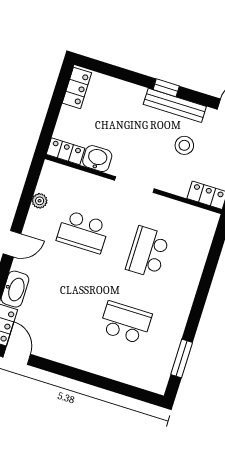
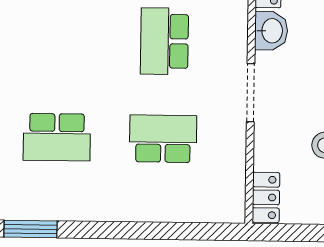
school desk: (126, 323) -> (57, 137), turned 90

